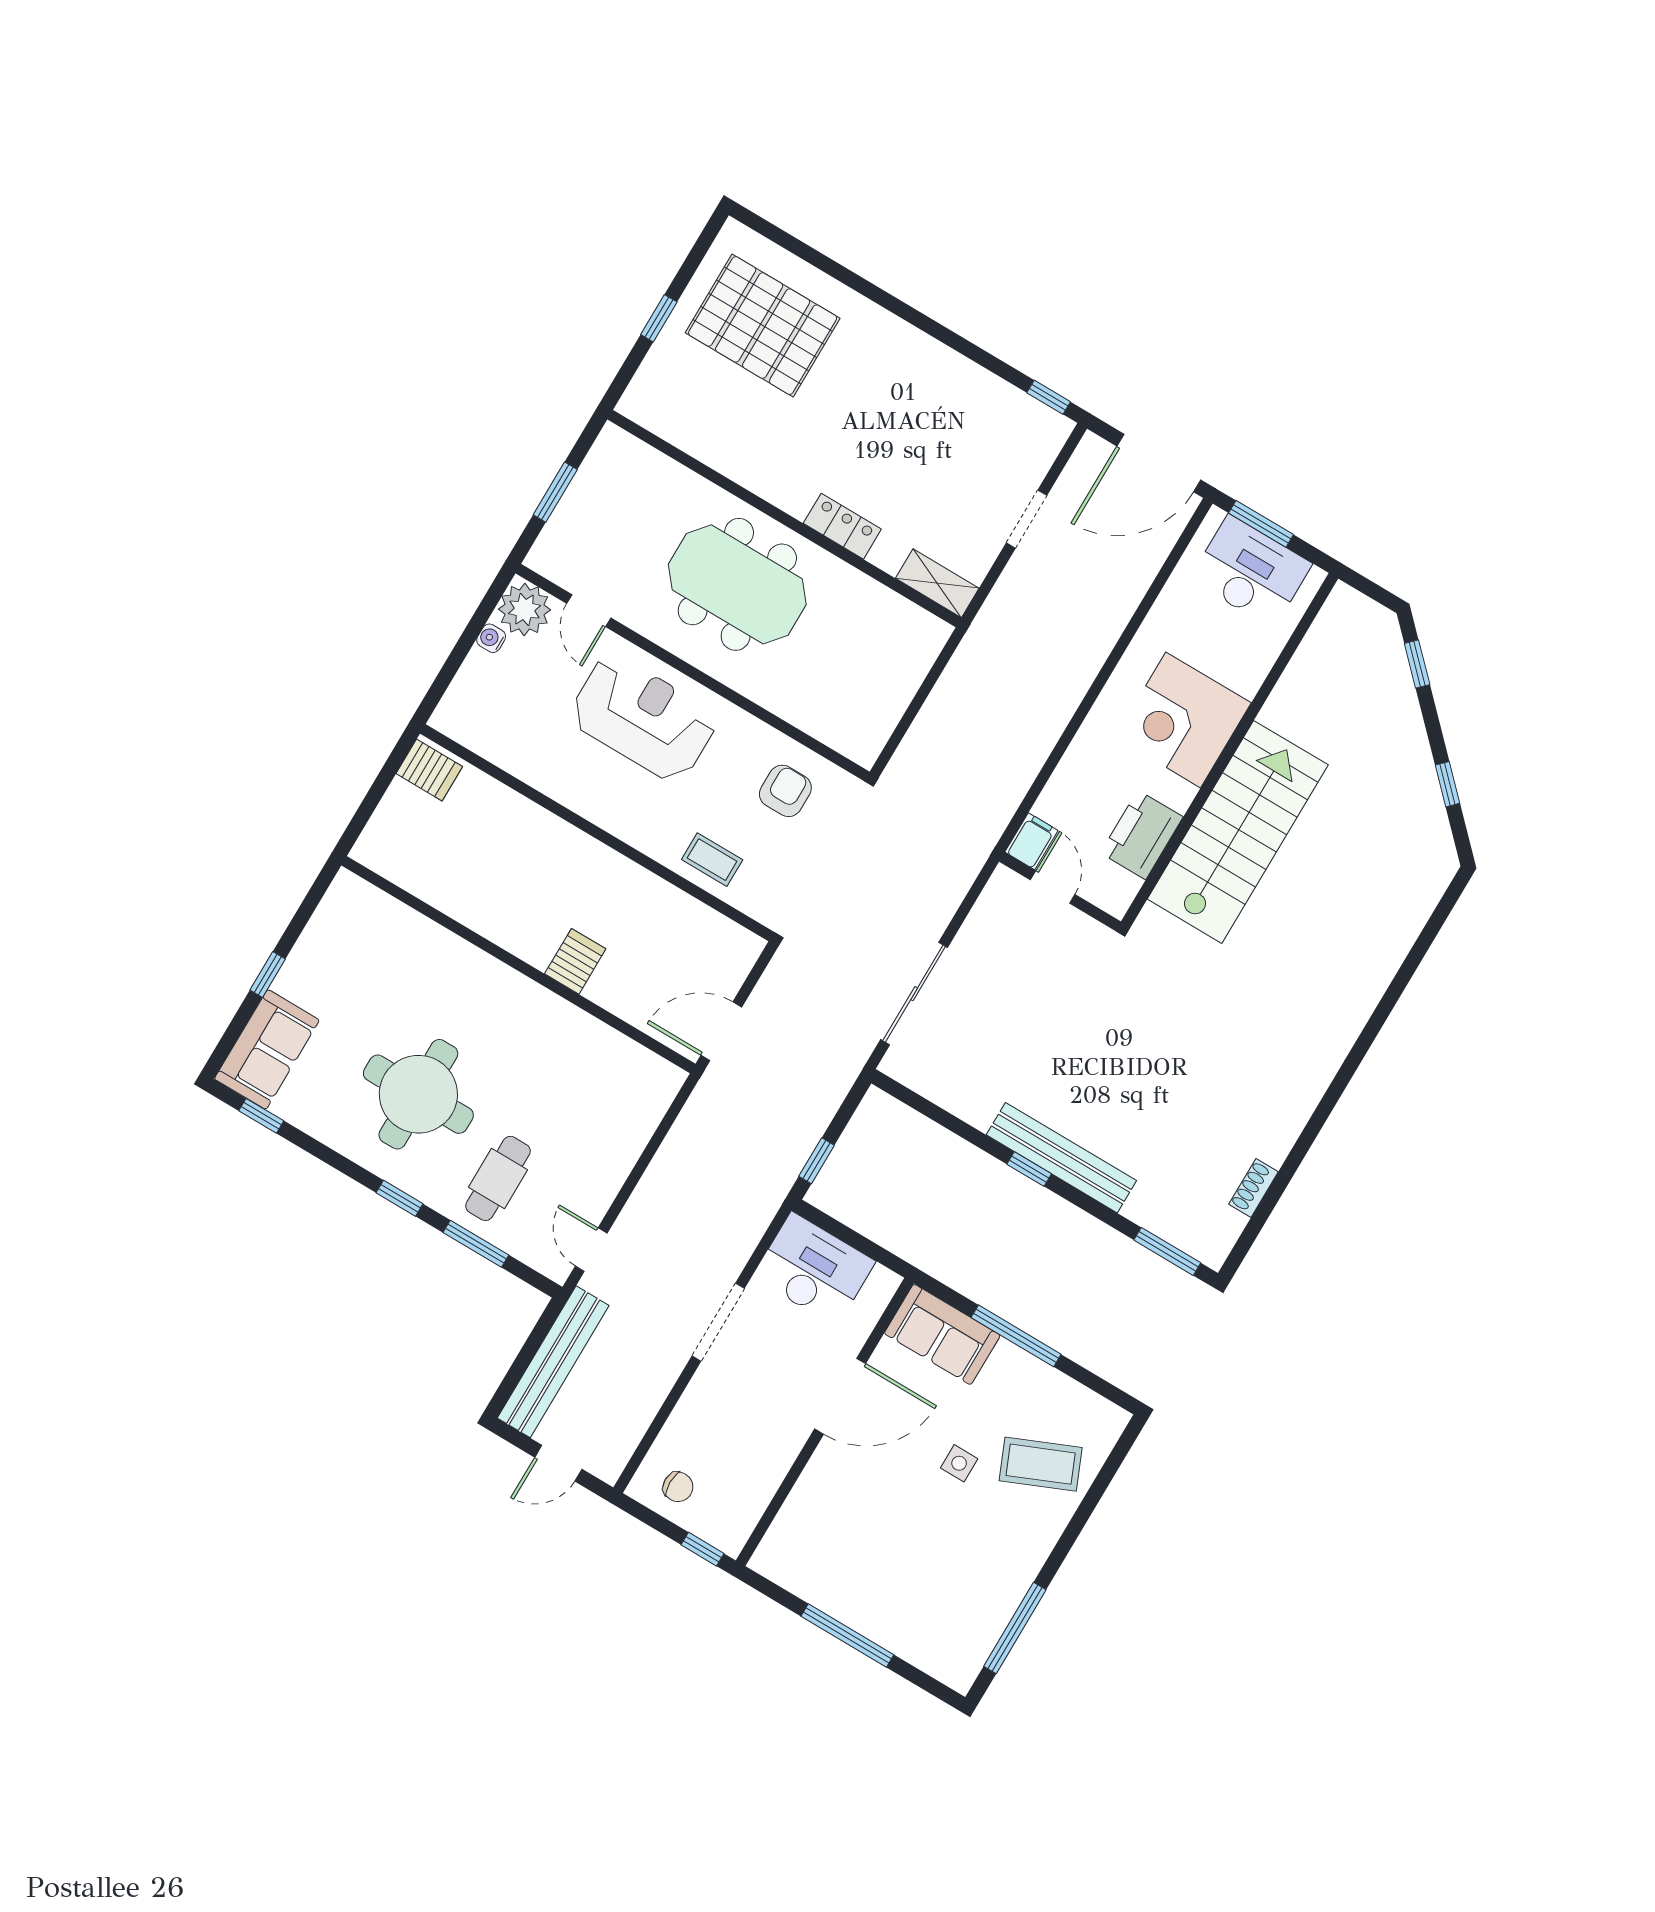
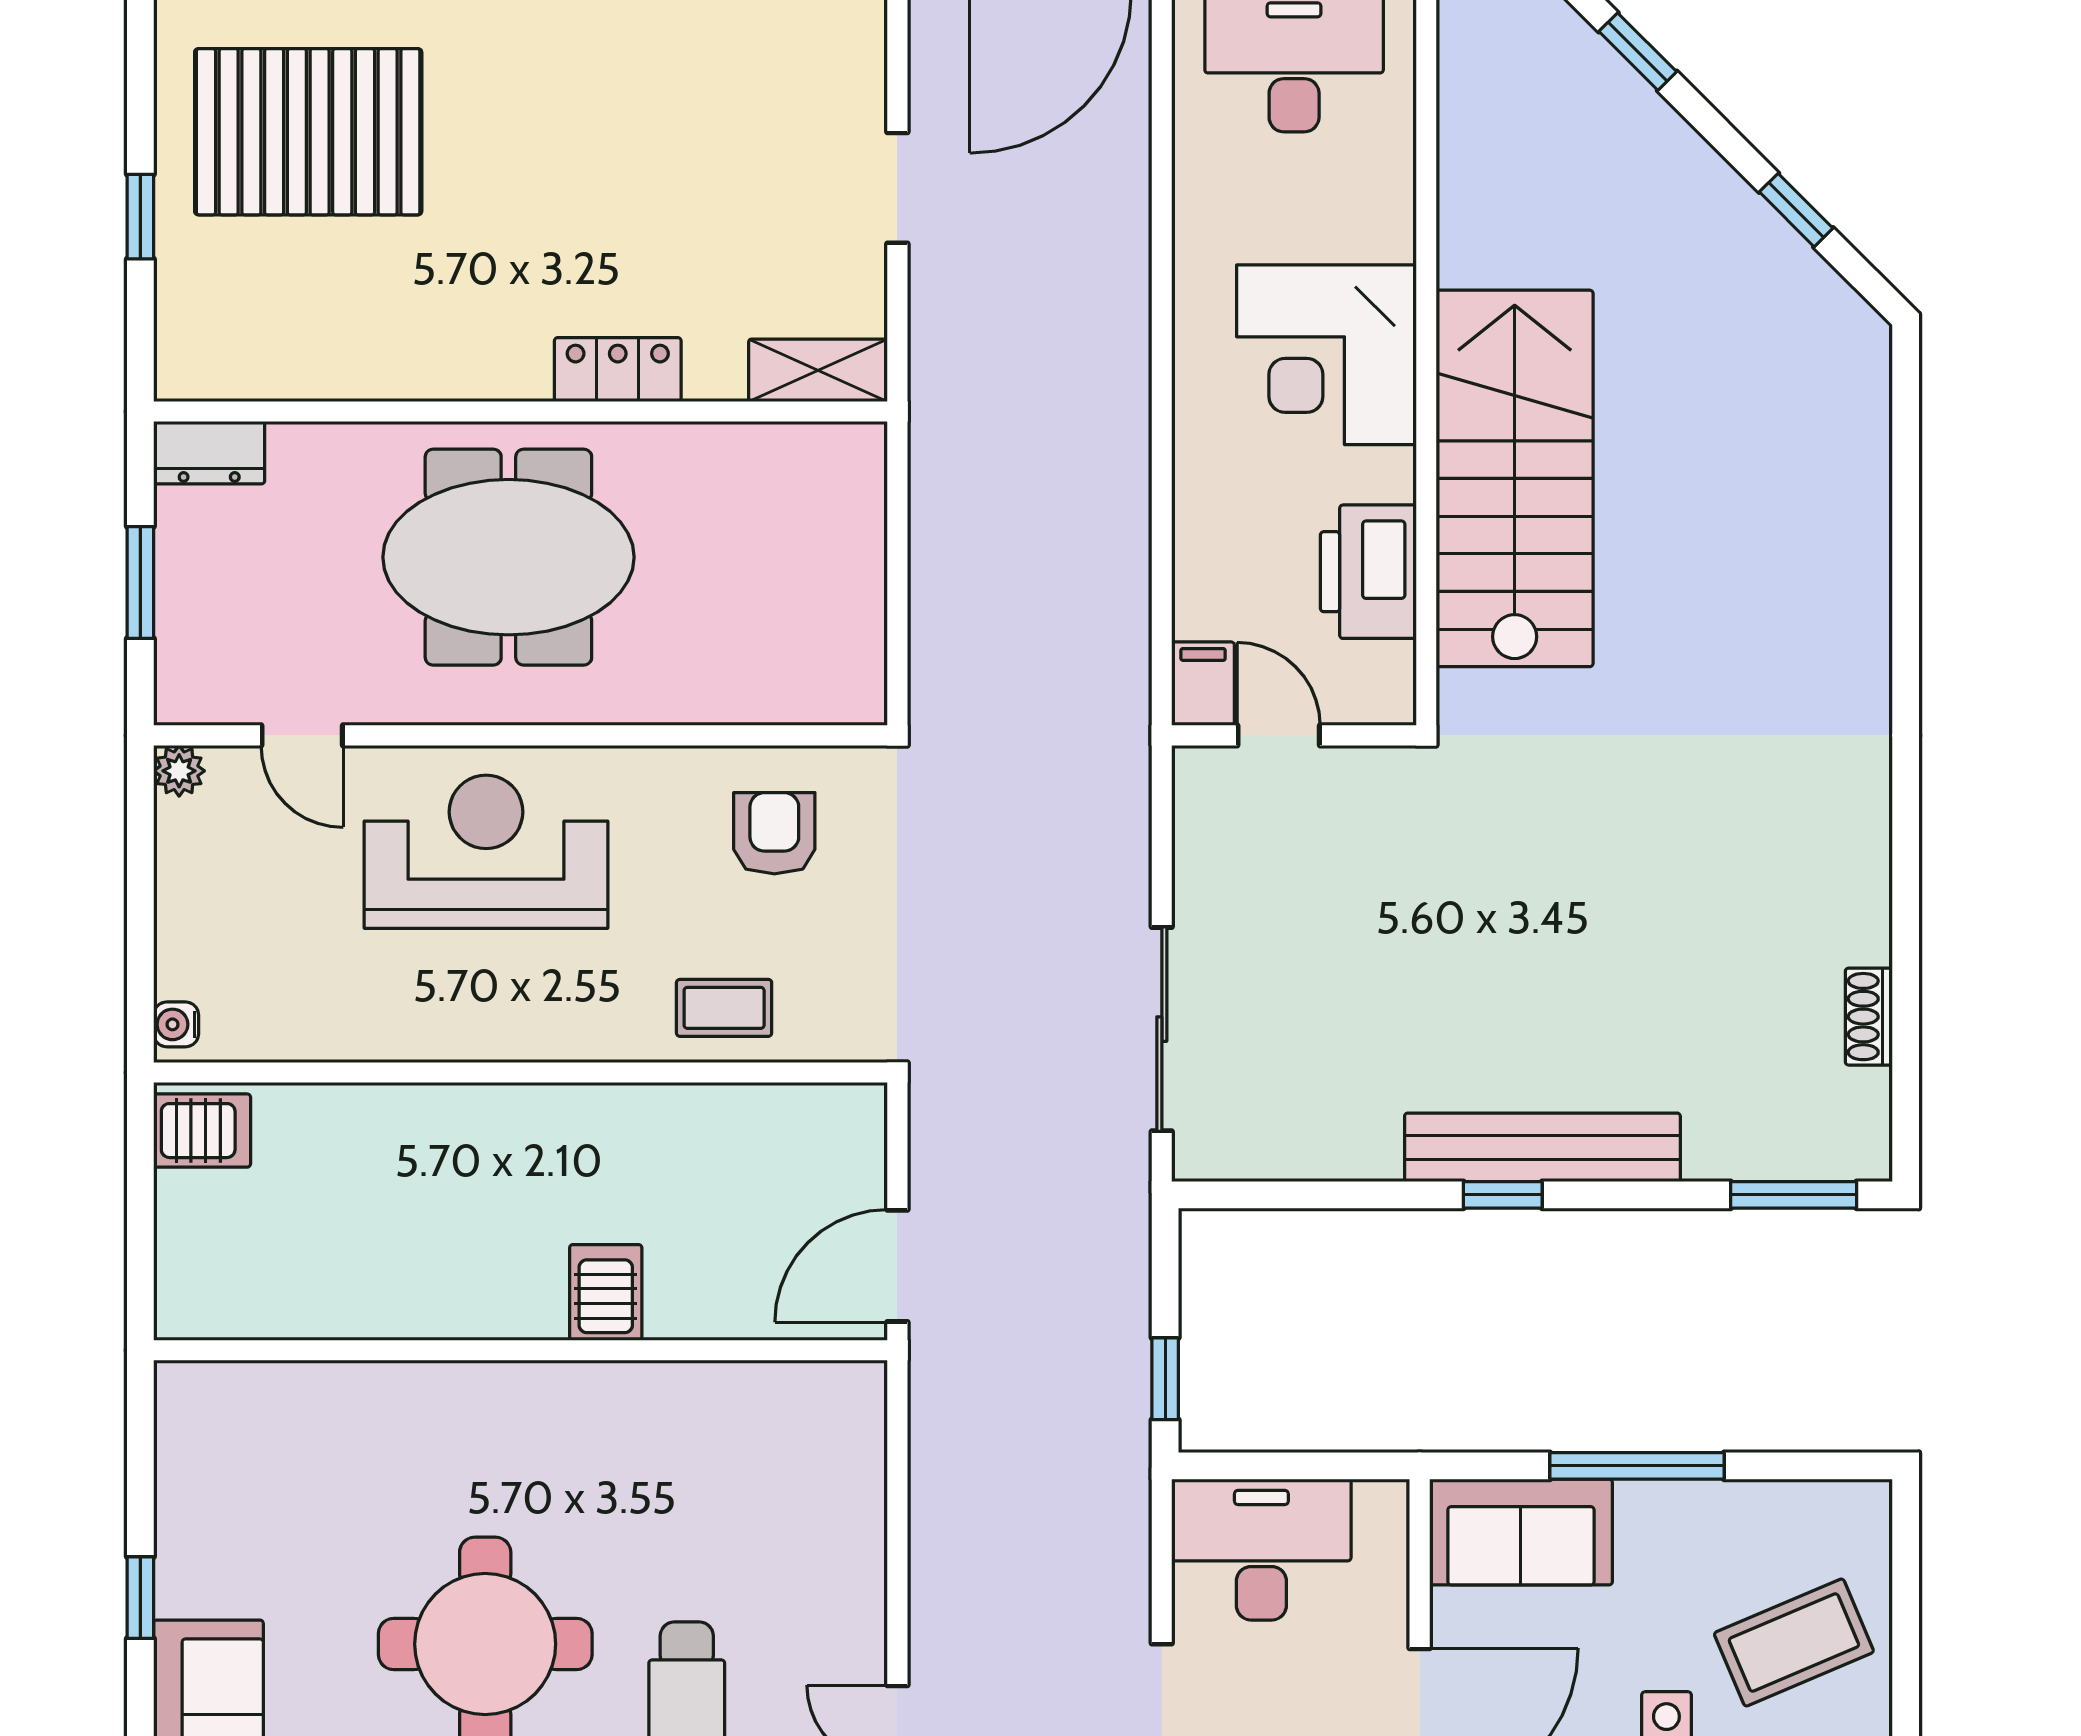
dresser: (625, 450) -> (209, 453), added
plant: (525, 609) -> (179, 771), width x0.53, depth x0.53
water cooler: (491, 638) -> (176, 1024), moved

